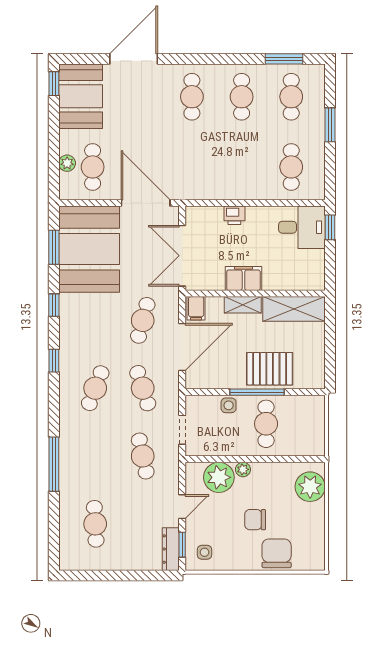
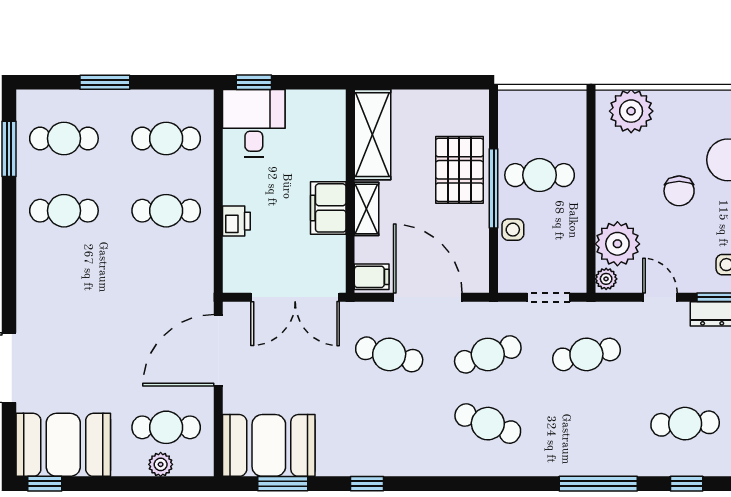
cafe table: (192, 97) -> (166, 211), moved
booth: (89, 249) -> (269, 445), width x0.73, depth x0.70
window: (54, 361) -> (687, 484), moved
plant: (243, 469) -> (606, 279), moved

